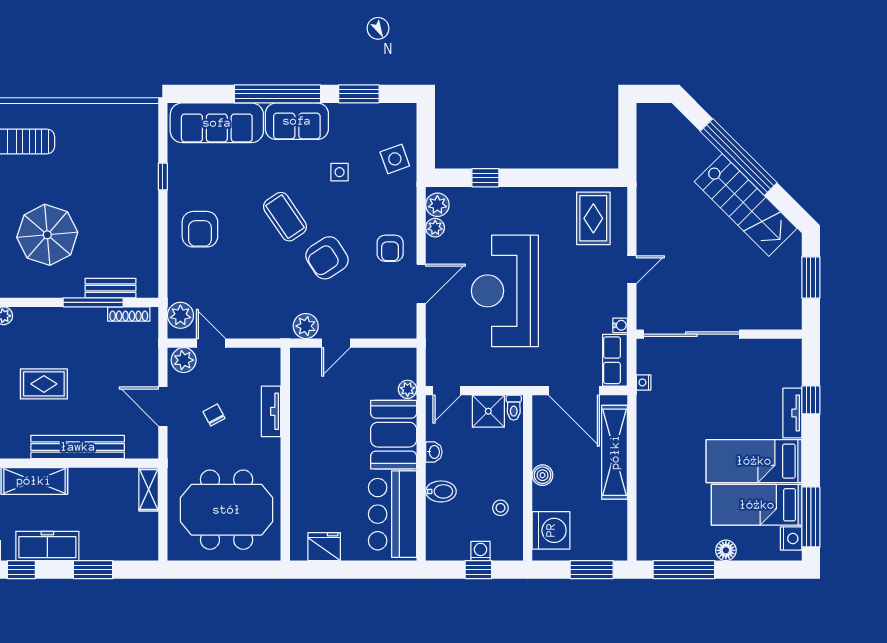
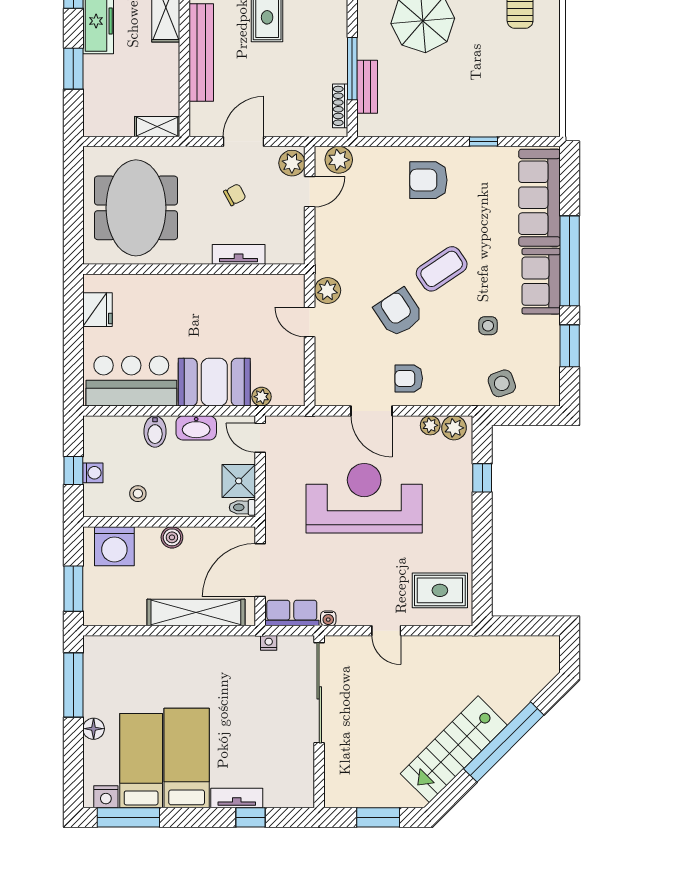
washbasin: (434, 452) -> (196, 428), width x1.91, depth x1.45

